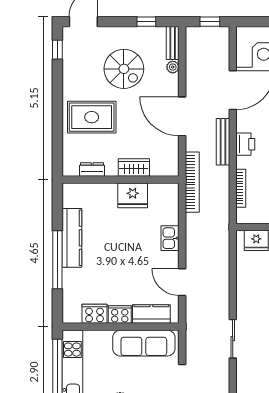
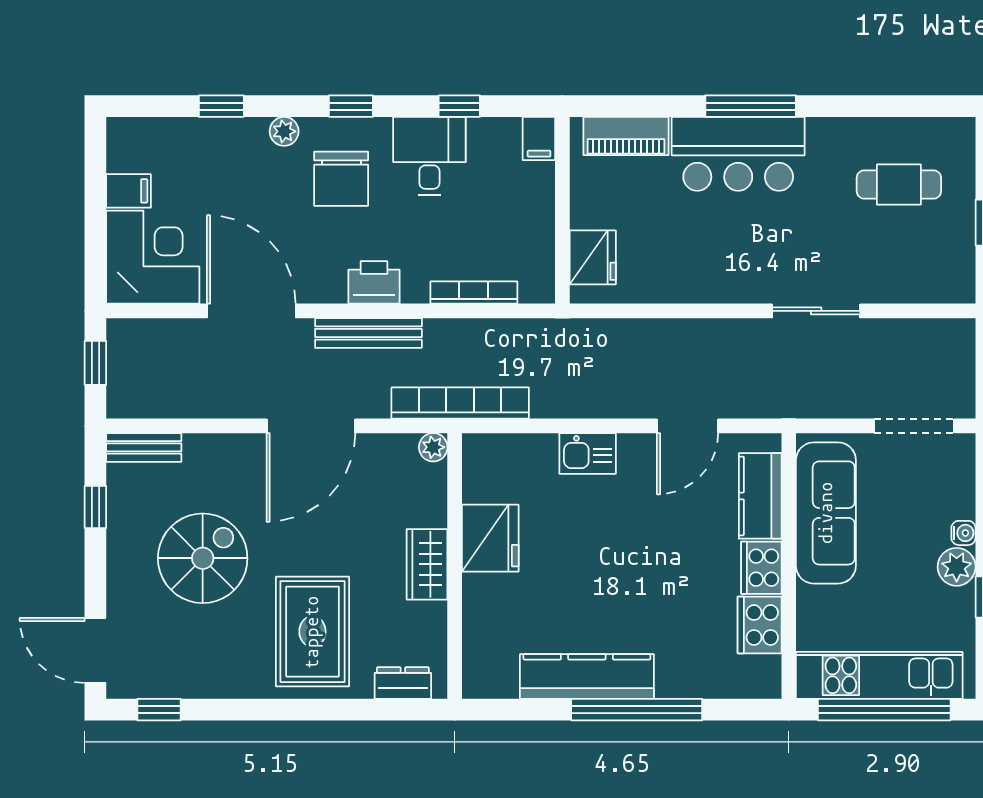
plant: (173, 67) -> (433, 447), moved
wardrobe: (134, 168) -> (427, 564), moved
dresser: (92, 170) -> (403, 683), moved, turned 90

